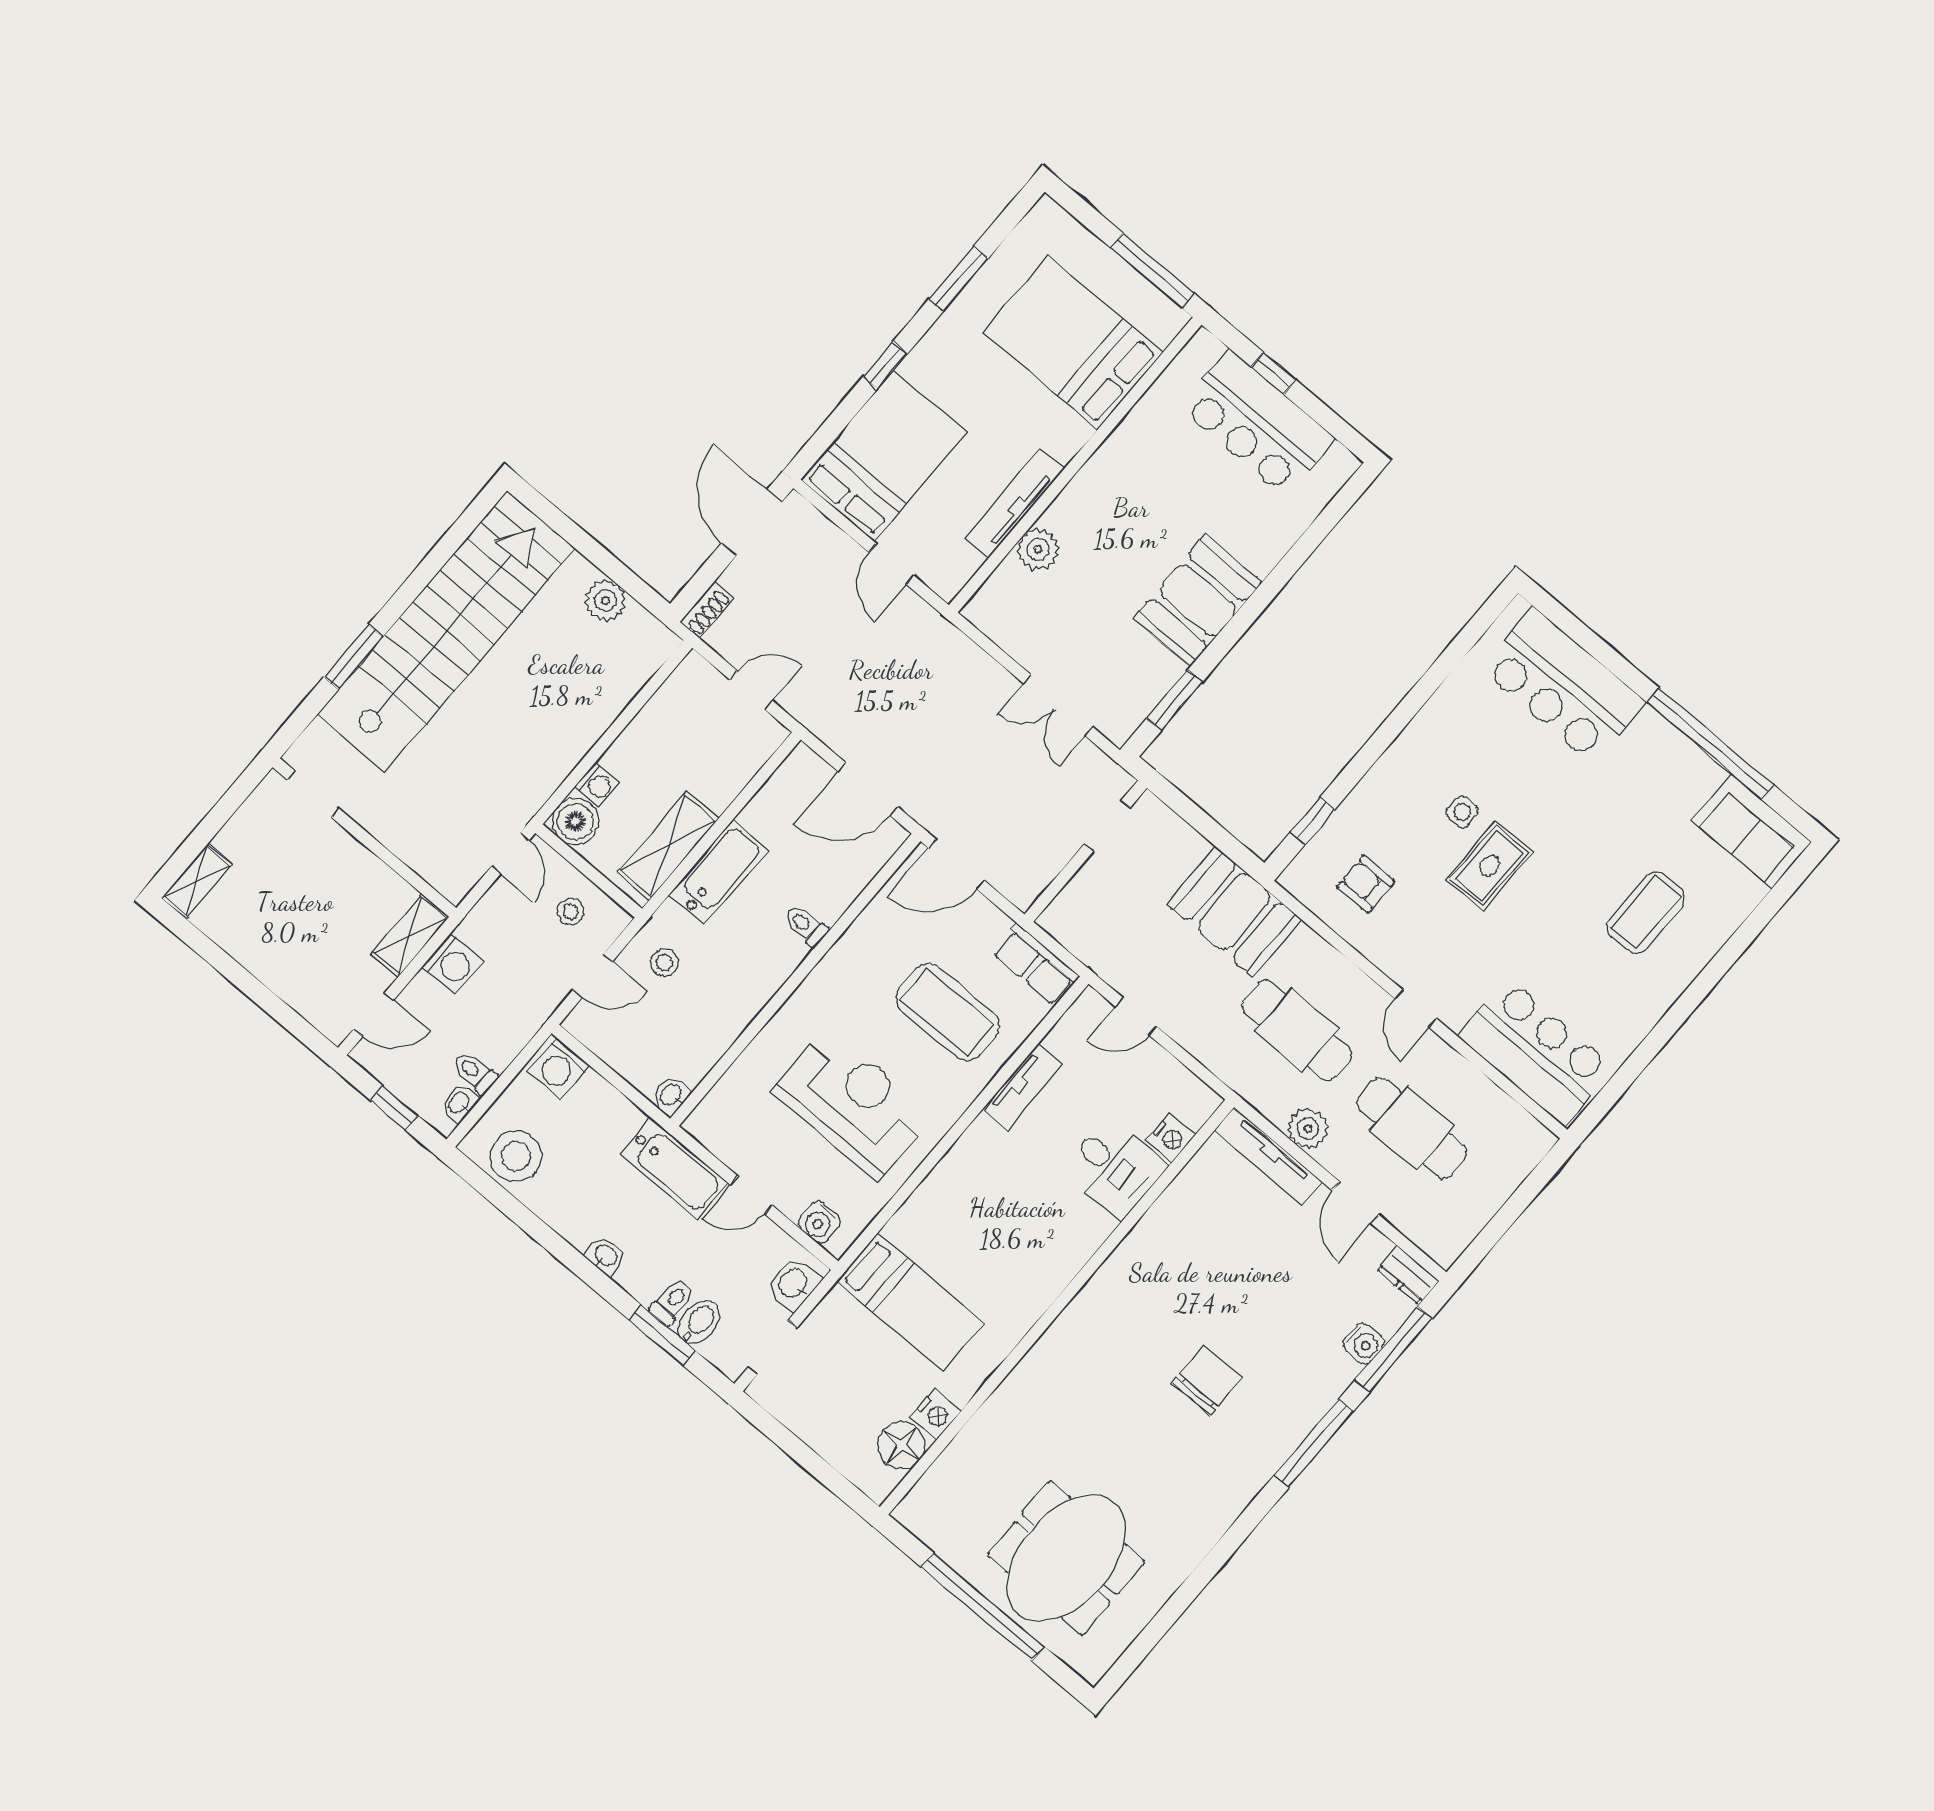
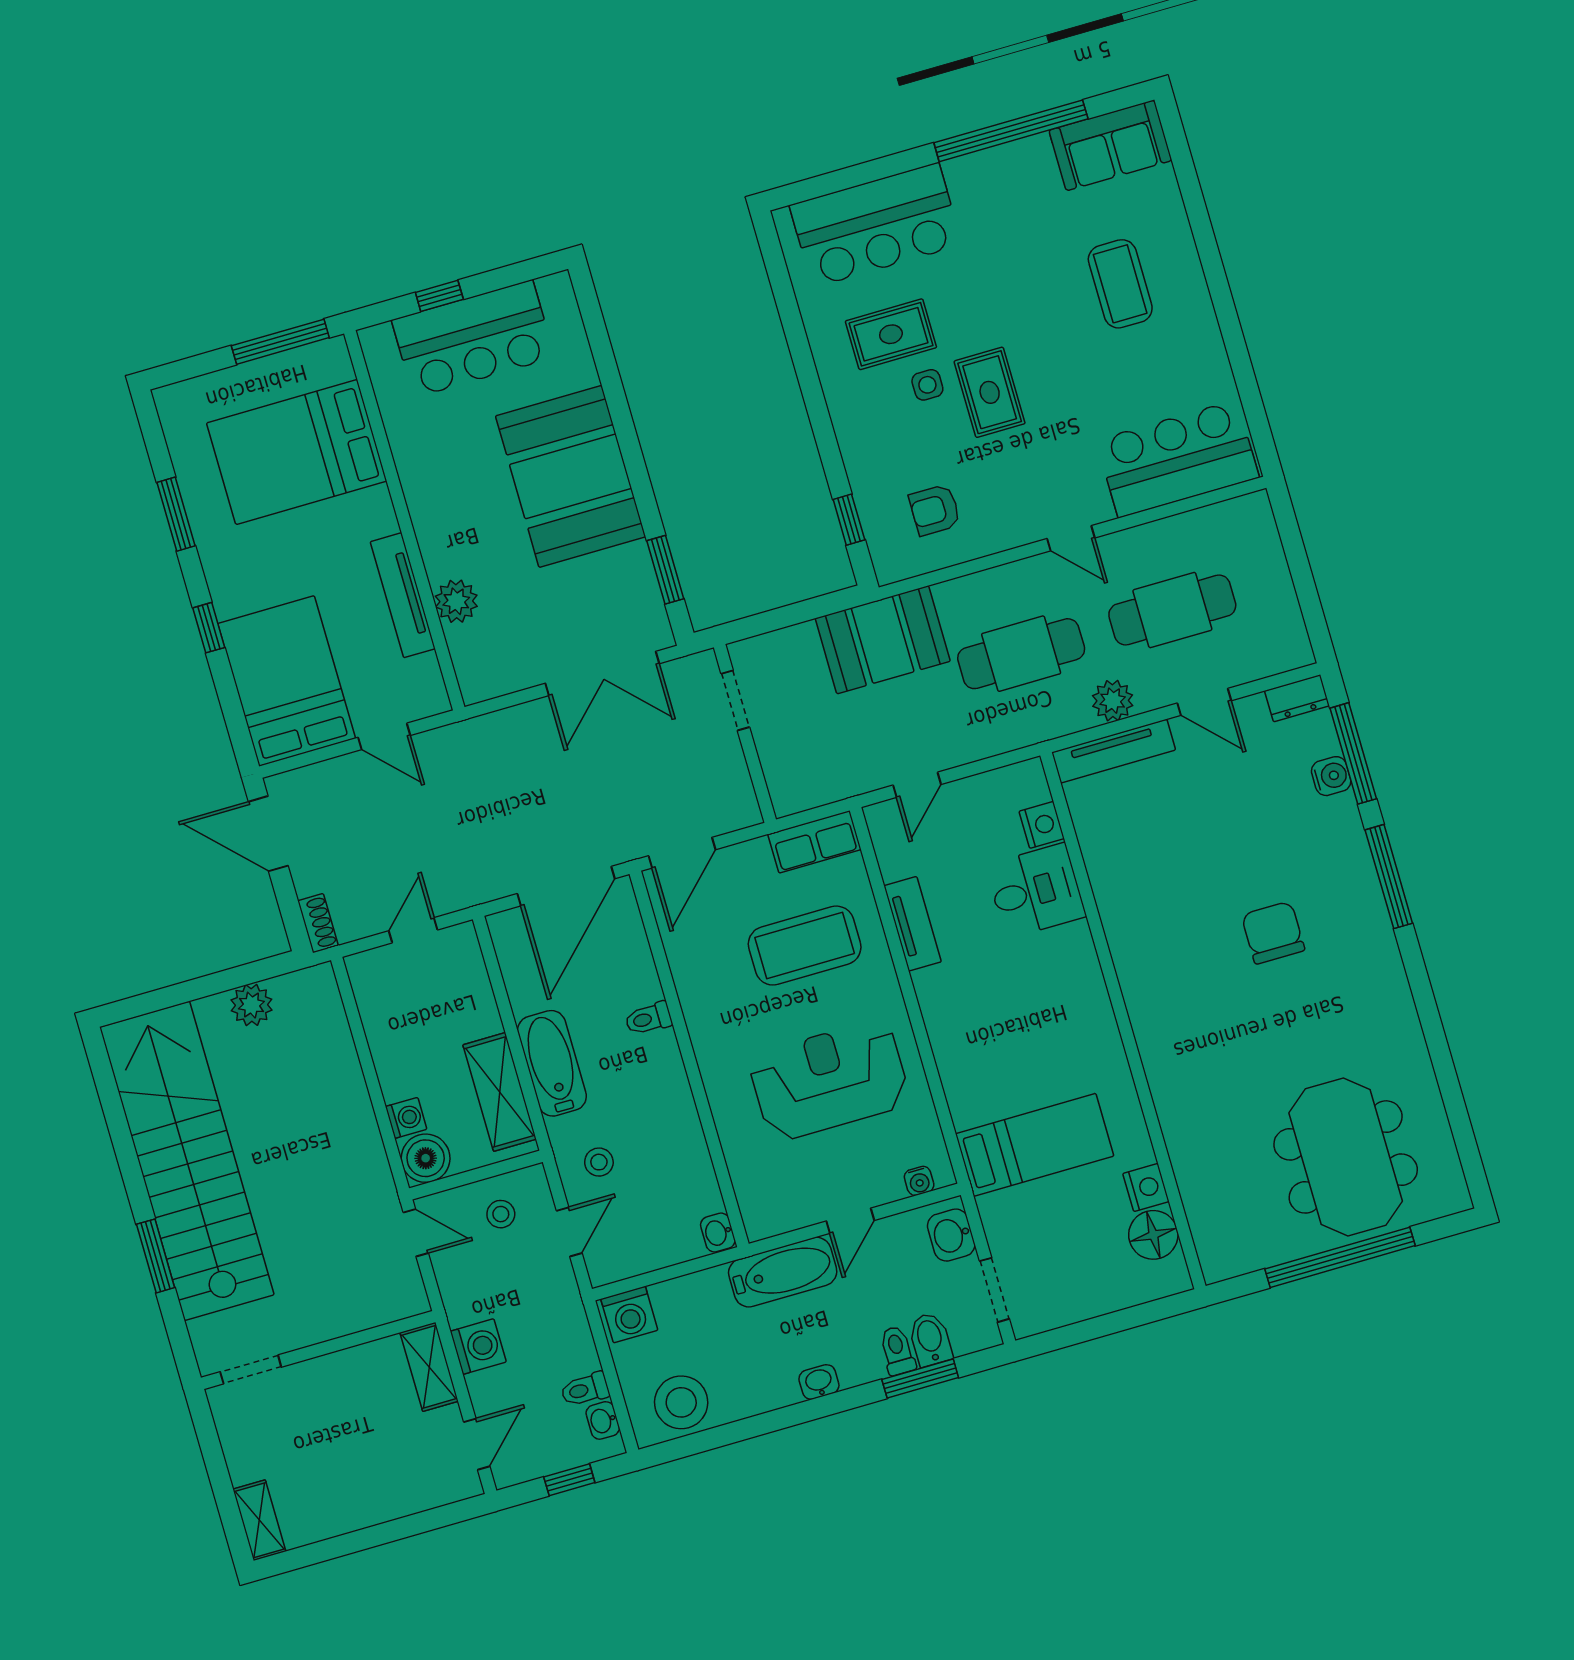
booth: (1198, 600) -> (571, 476), width x1.36, depth x1.42
double door: (1058, 705) -> (602, 673), width x1.37
rug: (1483, 756) -> (891, 334), added
door: (868, 789) -> (566, 886), width x1.36
water cooler: (819, 1222) -> (919, 1181), width x0.72, depth x0.72

